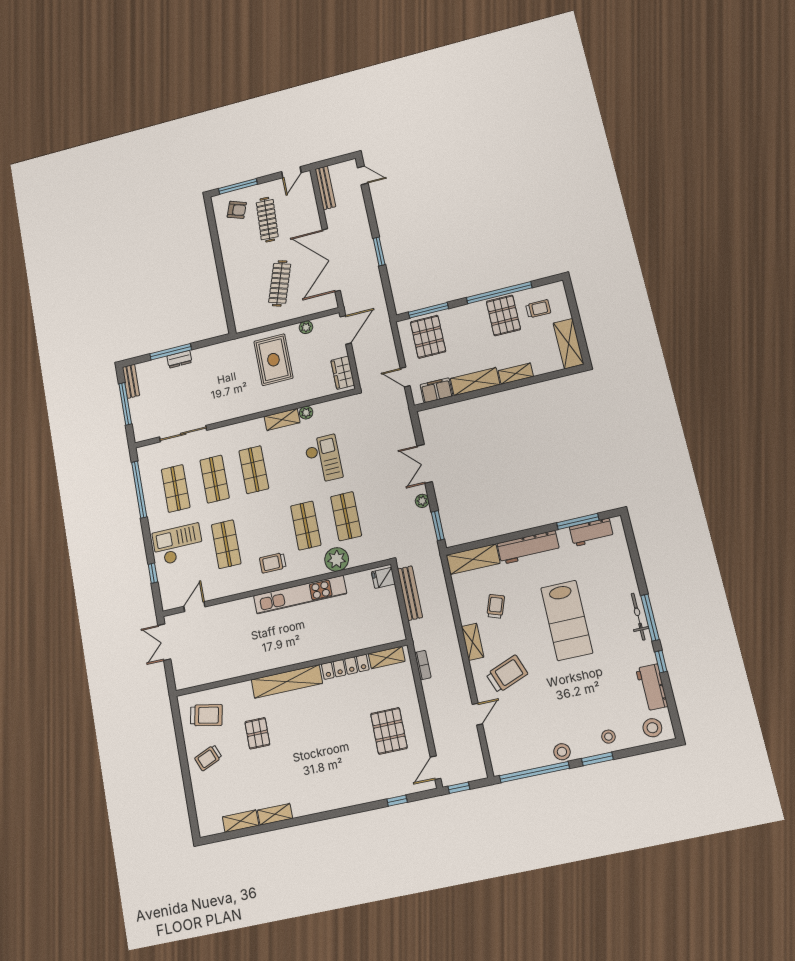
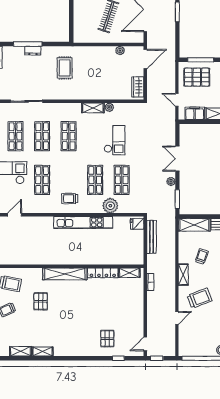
pallet: (428, 337) -> (197, 77), turned 90
rug: (273, 360) -> (65, 68), moved, width x0.73, depth x0.70
pallet: (389, 731) -> (107, 339), moved, width x0.67, depth x0.71

